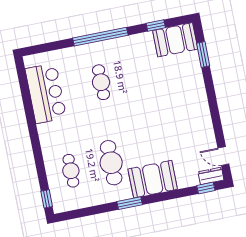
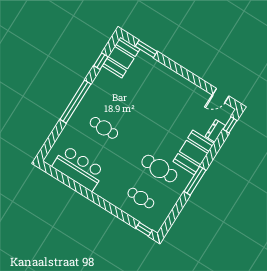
dresser: (211, 176) -> (215, 131), moved
window: (130, 203) -> (195, 181), width x1.44

